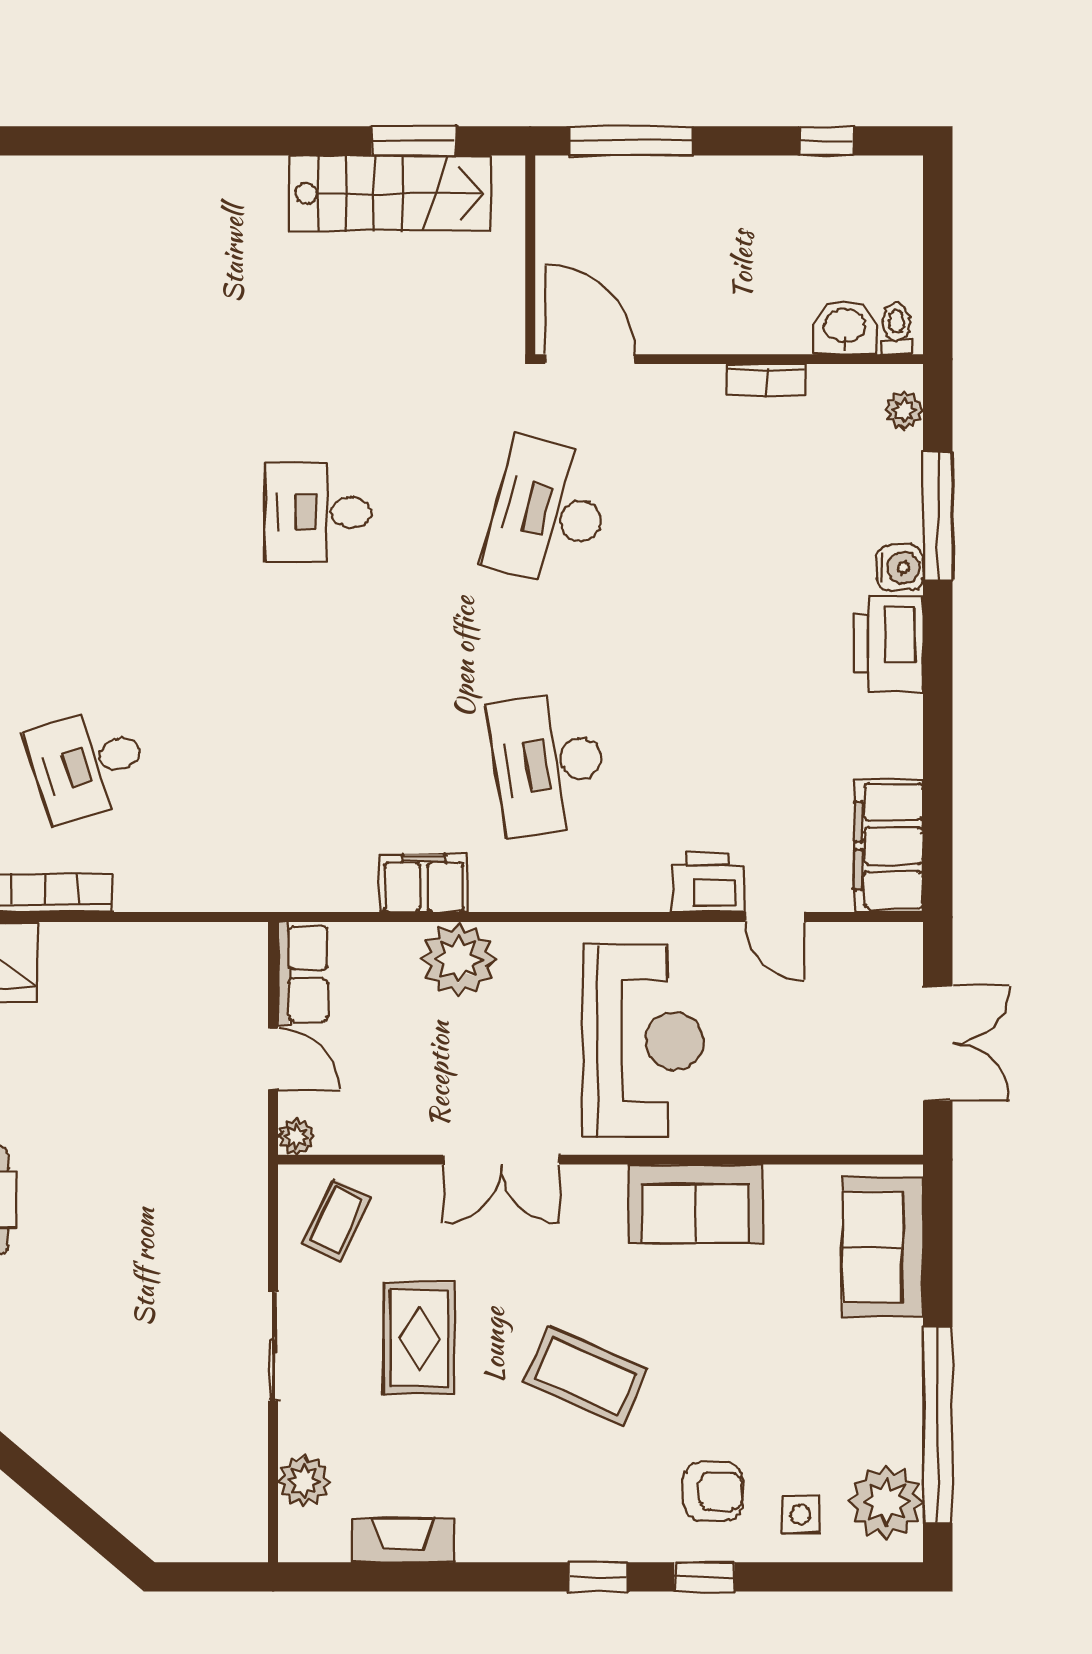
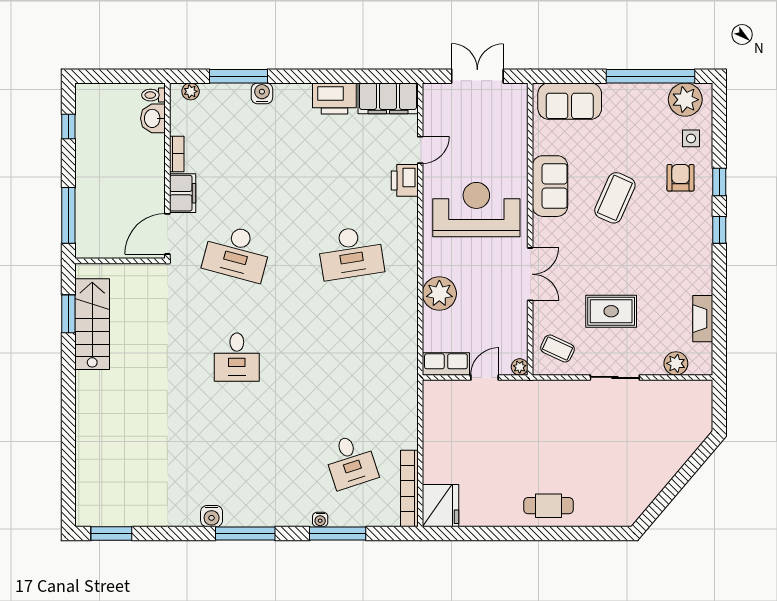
printer: (889, 643) -> (334, 98), moved
filing cabinet: (424, 883) -> (183, 193), moved, turned 180
coffee table: (586, 1376) -> (615, 198), moved

